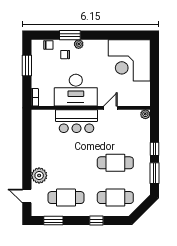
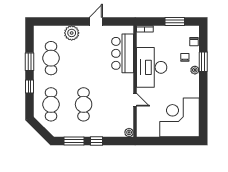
bar counter: (76, 121) -> (123, 53), moved
door: (27, 196) -> (96, 21), moved
window: (53, 221) -> (29, 62), moved

